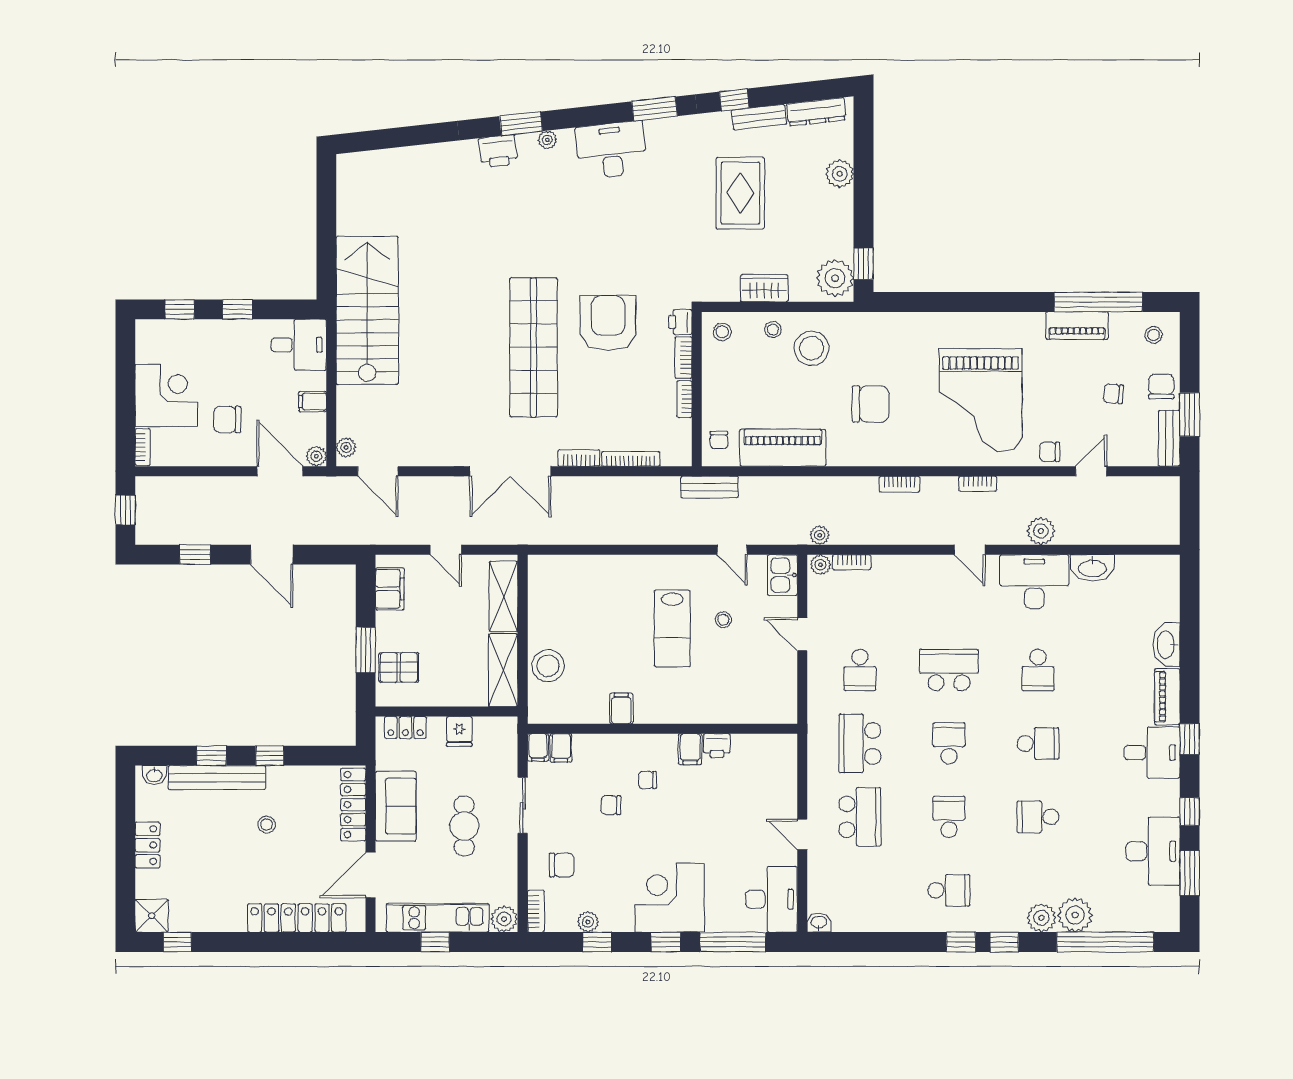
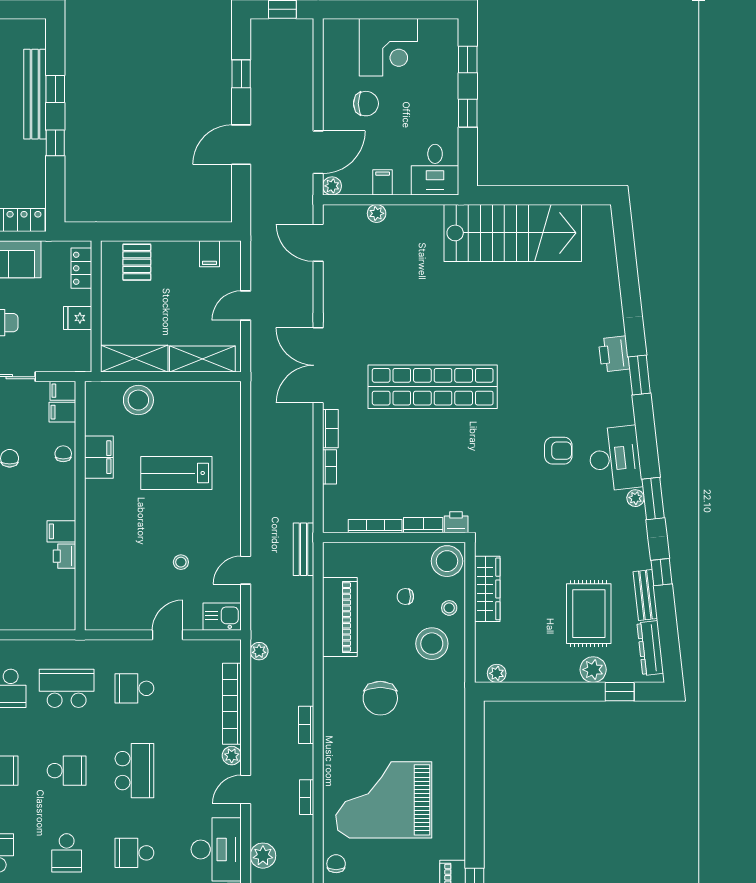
plant: (547, 140) -> (635, 498), moved
rug: (740, 193) -> (589, 614), moved, turned 90
window: (863, 264) -> (620, 692), moved
plant: (835, 278) -> (497, 673), width x0.53, depth x0.53
wardrobe: (764, 288) -> (487, 589), width x1.50
stairs: (367, 310) -> (513, 233), moved
armchair: (608, 323) -> (558, 451), moved, width x0.53, depth x0.53
stool: (722, 332) -> (447, 561), width x1.89, depth x1.89
bookcase: (684, 399) -> (375, 526), width x1.56
chair: (227, 420) -> (366, 104), turned 90
chair: (719, 440) -> (405, 597), moved
bookcase: (143, 447) -> (341, 25), removed
plant: (346, 447) -> (377, 213), moved
bookcase: (631, 459) -> (330, 467), width x0.64
door: (378, 471) -> (318, 243), hinge flipped
bookcase: (852, 562) -> (232, 704), width x2.31, depth x1.31
plant: (820, 565) -> (232, 756), moved
filing cabinet: (390, 589) -> (209, 254), width x0.50
lab bench: (672, 628) -> (176, 473), moved
window: (366, 650) -> (153, 232), removed
filing cabinet: (621, 708) -> (99, 457), width x2.00
washbasin: (154, 775) -> (37, 36), removed
chair: (648, 780) -> (63, 454), moved

